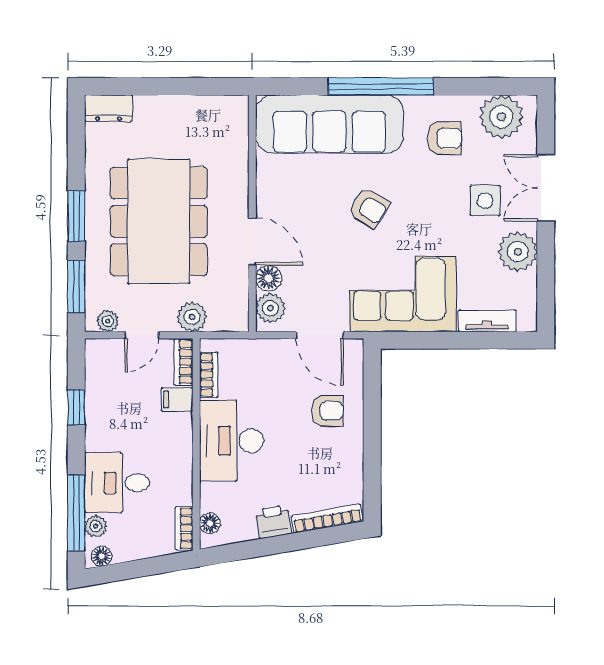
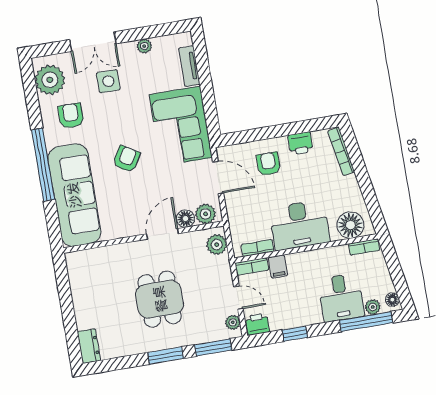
dining table: (159, 221) -> (160, 299), width x0.53, depth x0.80
plant: (518, 252) -> (144, 46), width x0.53, depth x0.53
plant: (192, 317) -> (217, 245), moved
door: (320, 335) -> (218, 178), hinge flipped
printer: (99, 356) -> (257, 324), added
printer: (273, 522) -> (300, 143), moved, turned -80
floor lamp: (210, 523) -> (350, 225), width x1.89, depth x1.89

